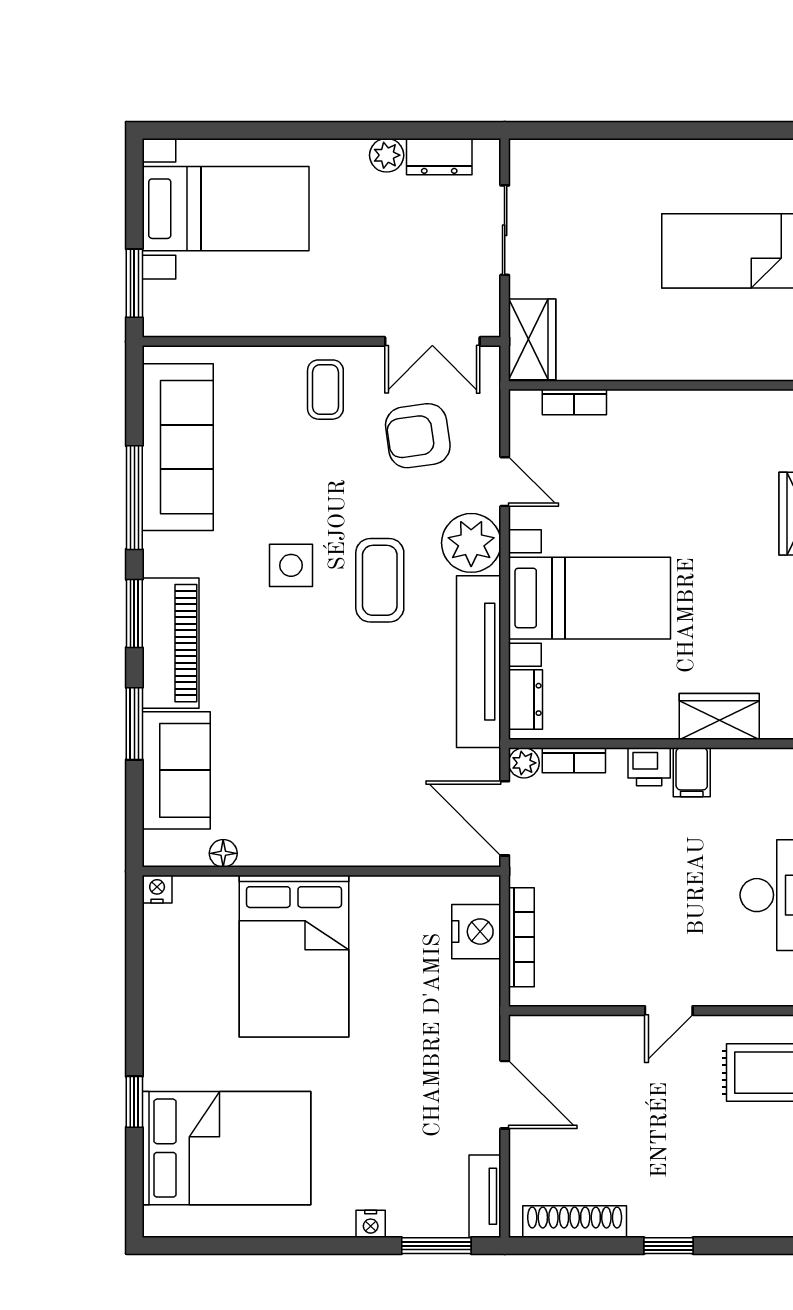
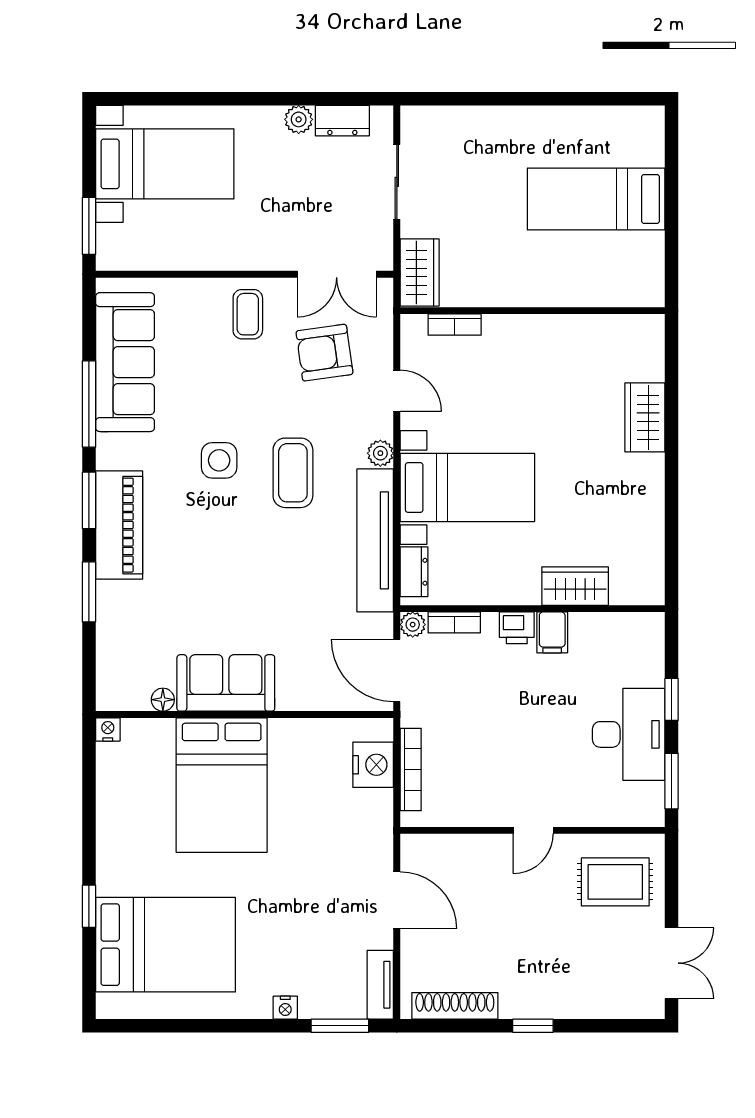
plant: (471, 543) -> (380, 453), width x0.53, depth x0.53
sofa: (176, 770) -> (226, 683), moved, turned -90

